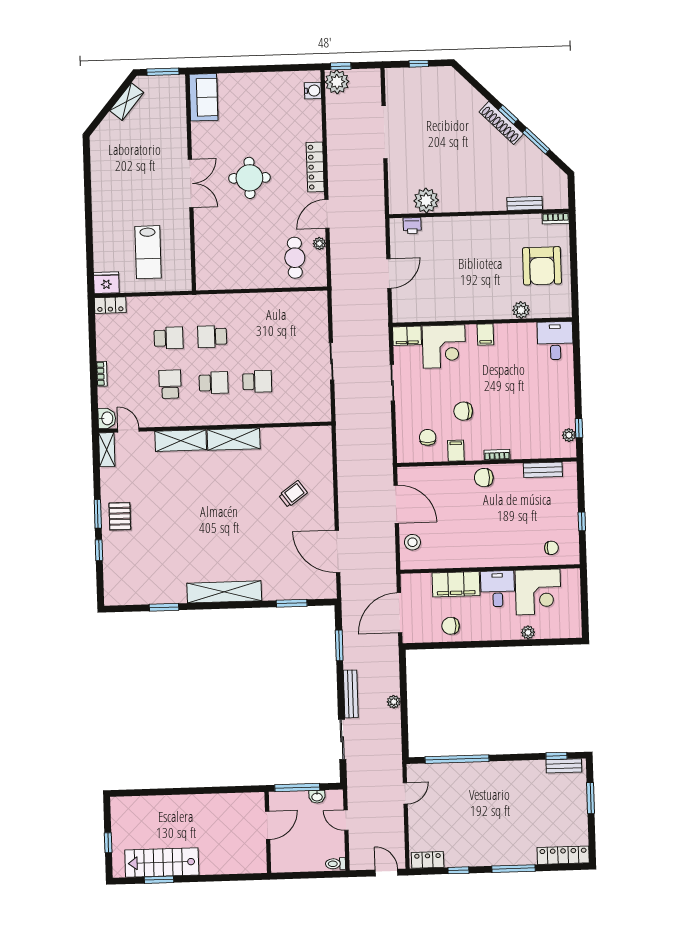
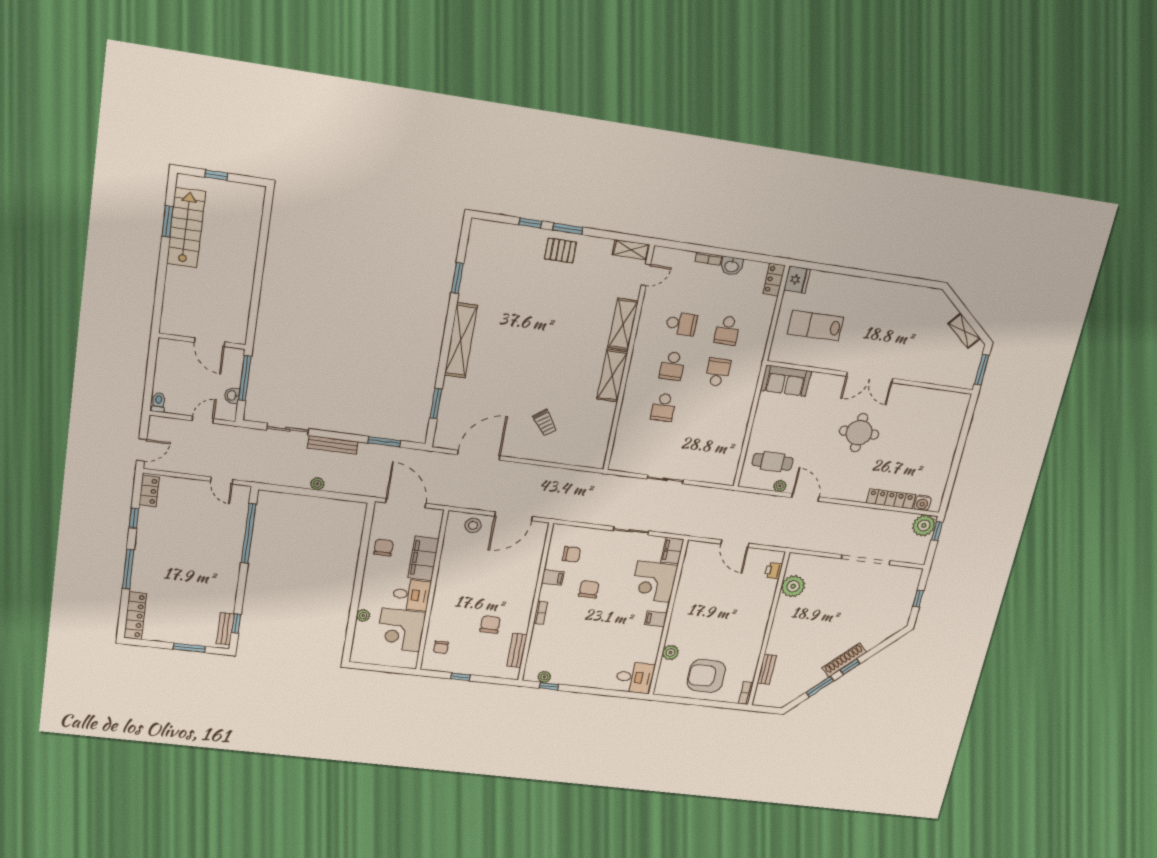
sofa: (204, 97) -> (786, 381), moved
locker: (315, 167) -> (891, 499), moved
washbasin: (107, 418) -> (732, 266), moved
chair: (484, 478) -> (490, 624), moved

